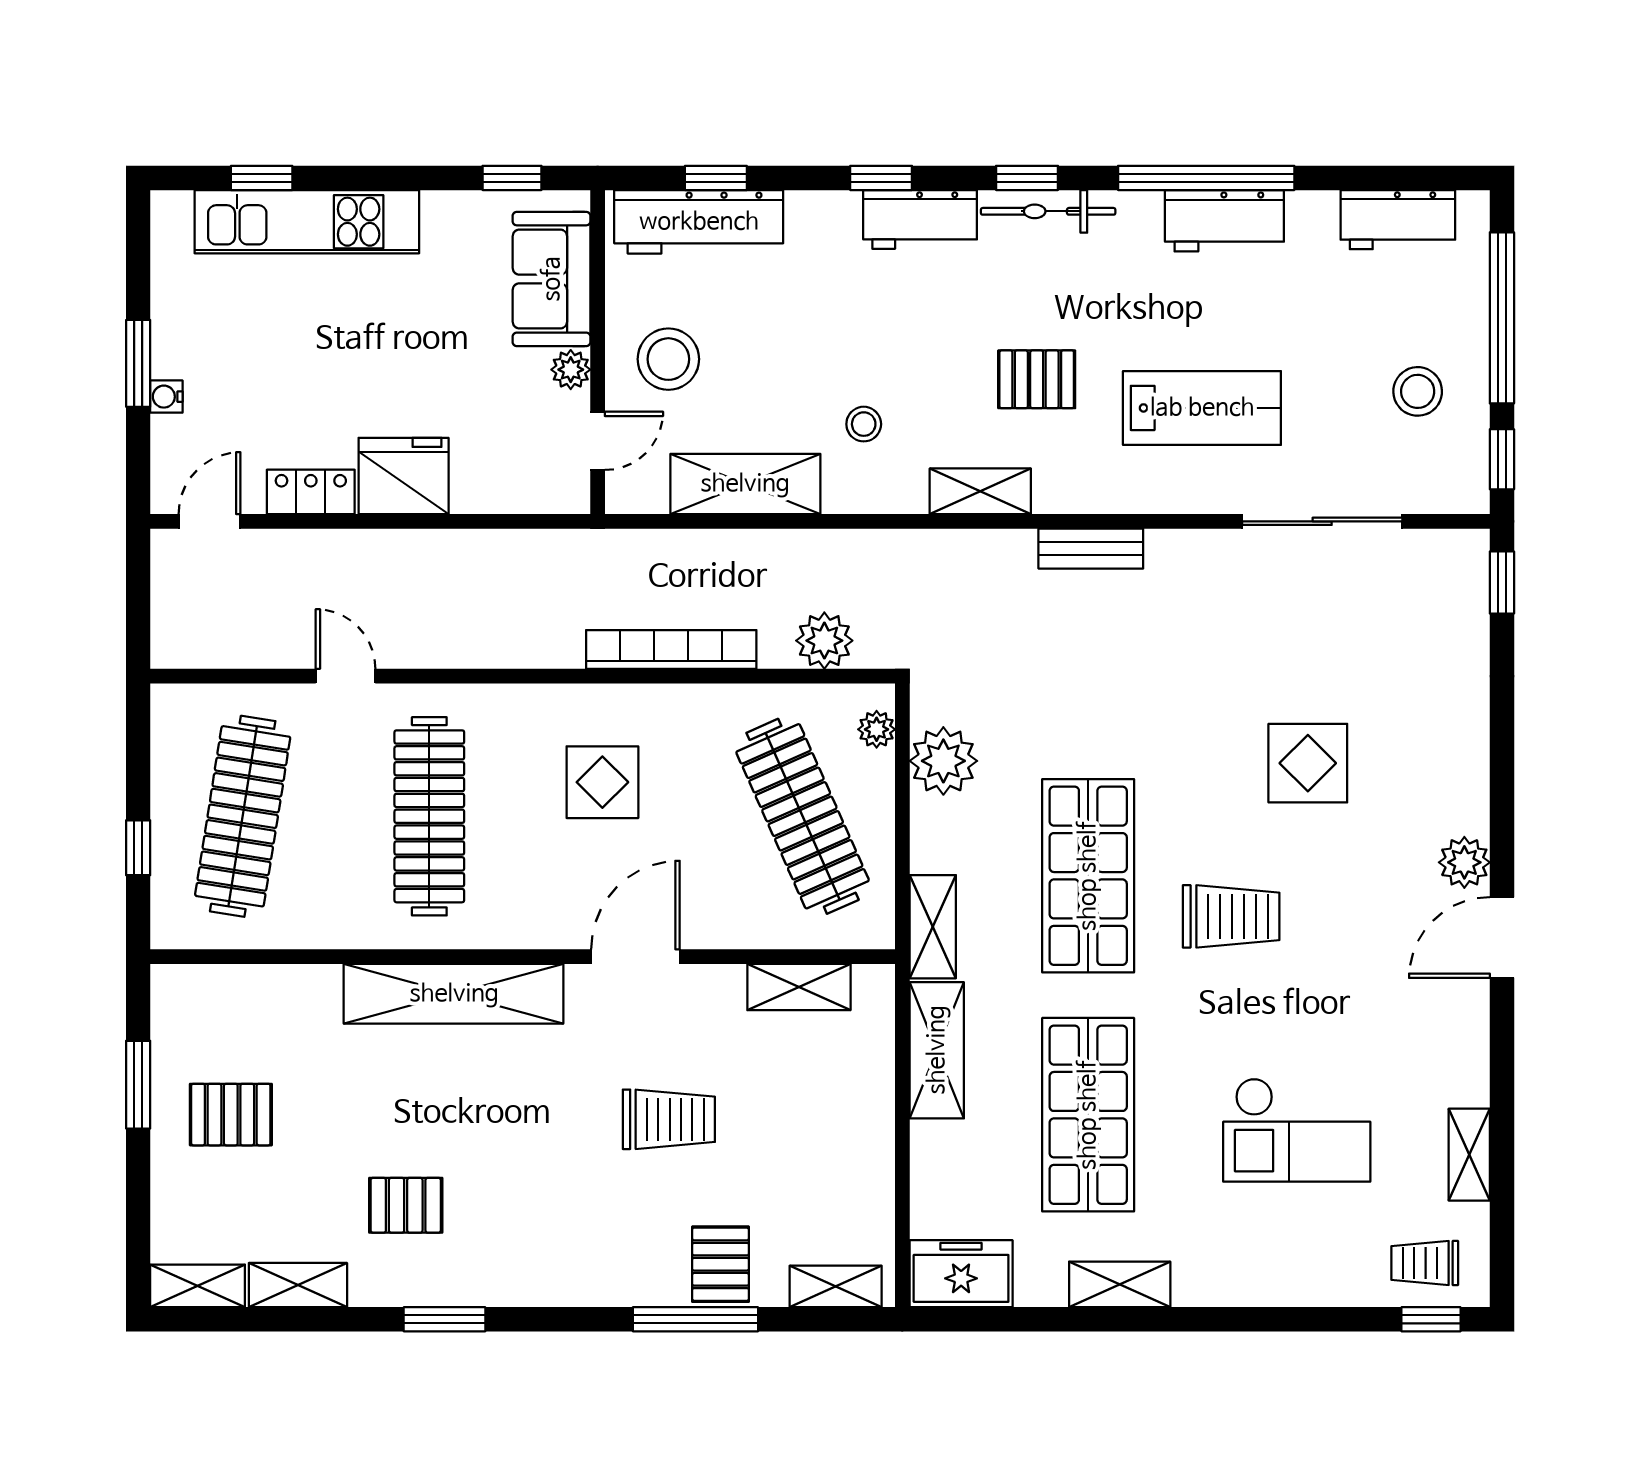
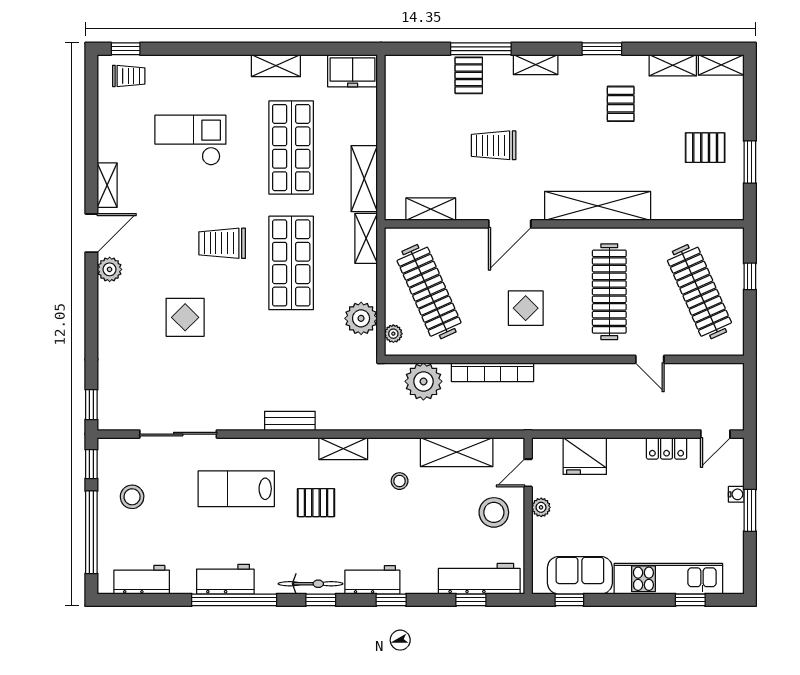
sofa: (552, 279) -> (580, 575), moved, turned -90
fridge: (404, 476) -> (585, 456), moved
plant: (824, 641) -> (423, 381), width x1.36, depth x1.36
clothes rail: (243, 816) -> (699, 292), turned -33
shelving: (1469, 1155) -> (107, 185), moved
pallet: (406, 1205) -> (621, 104), turned 90
shelving: (836, 1286) -> (536, 65), moved

